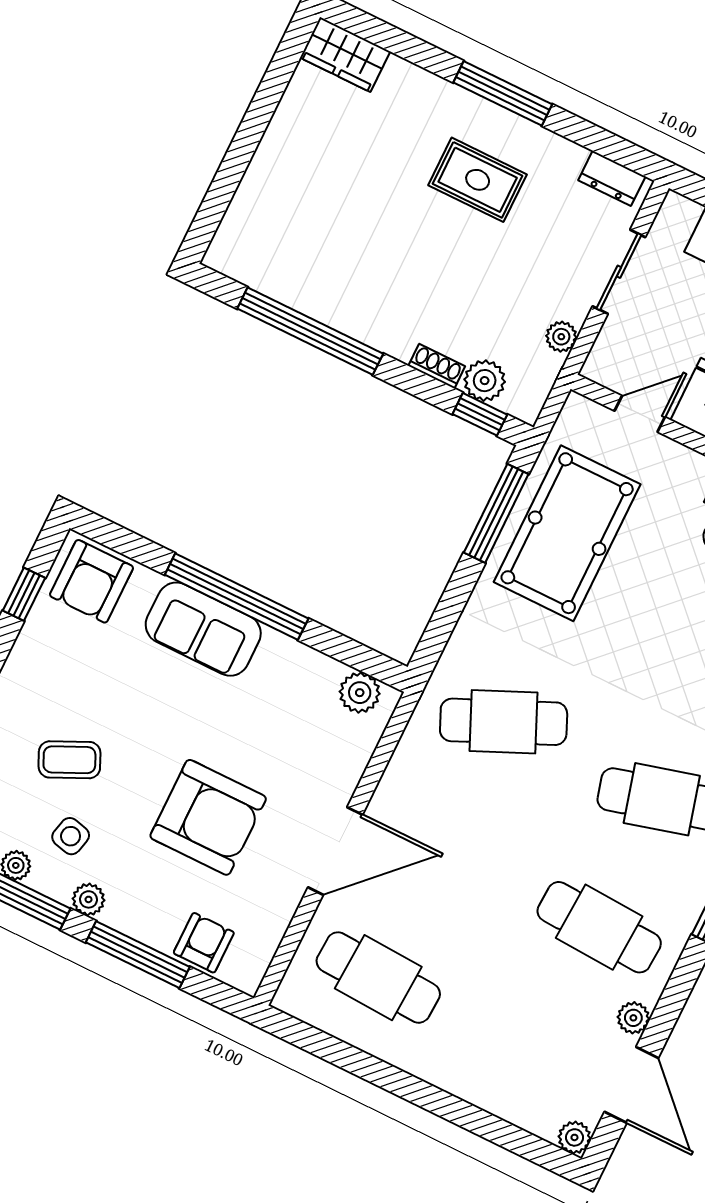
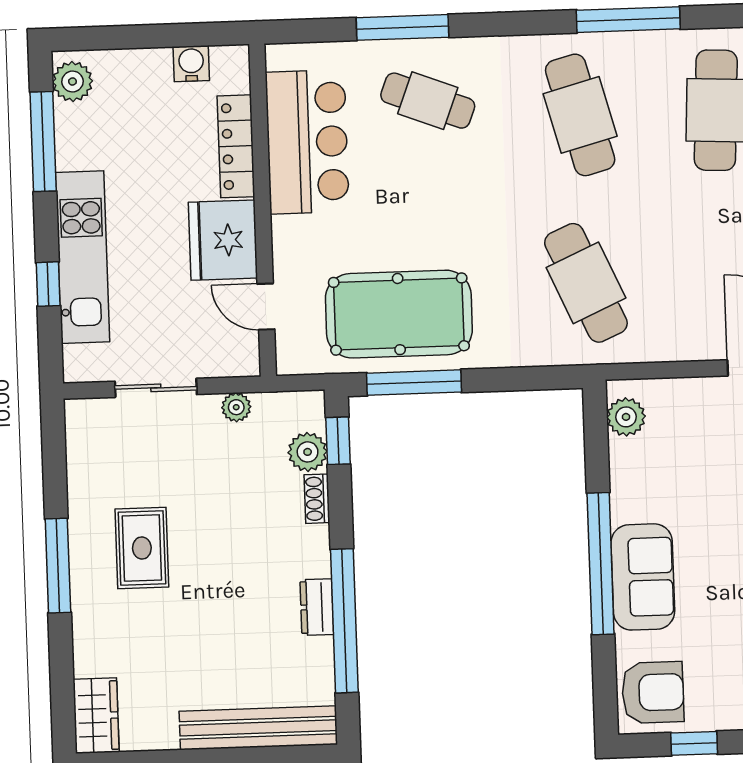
dresser: (612, 178) -> (317, 607), moved, turned 180
bench: (254, 199) -> (258, 728), added

